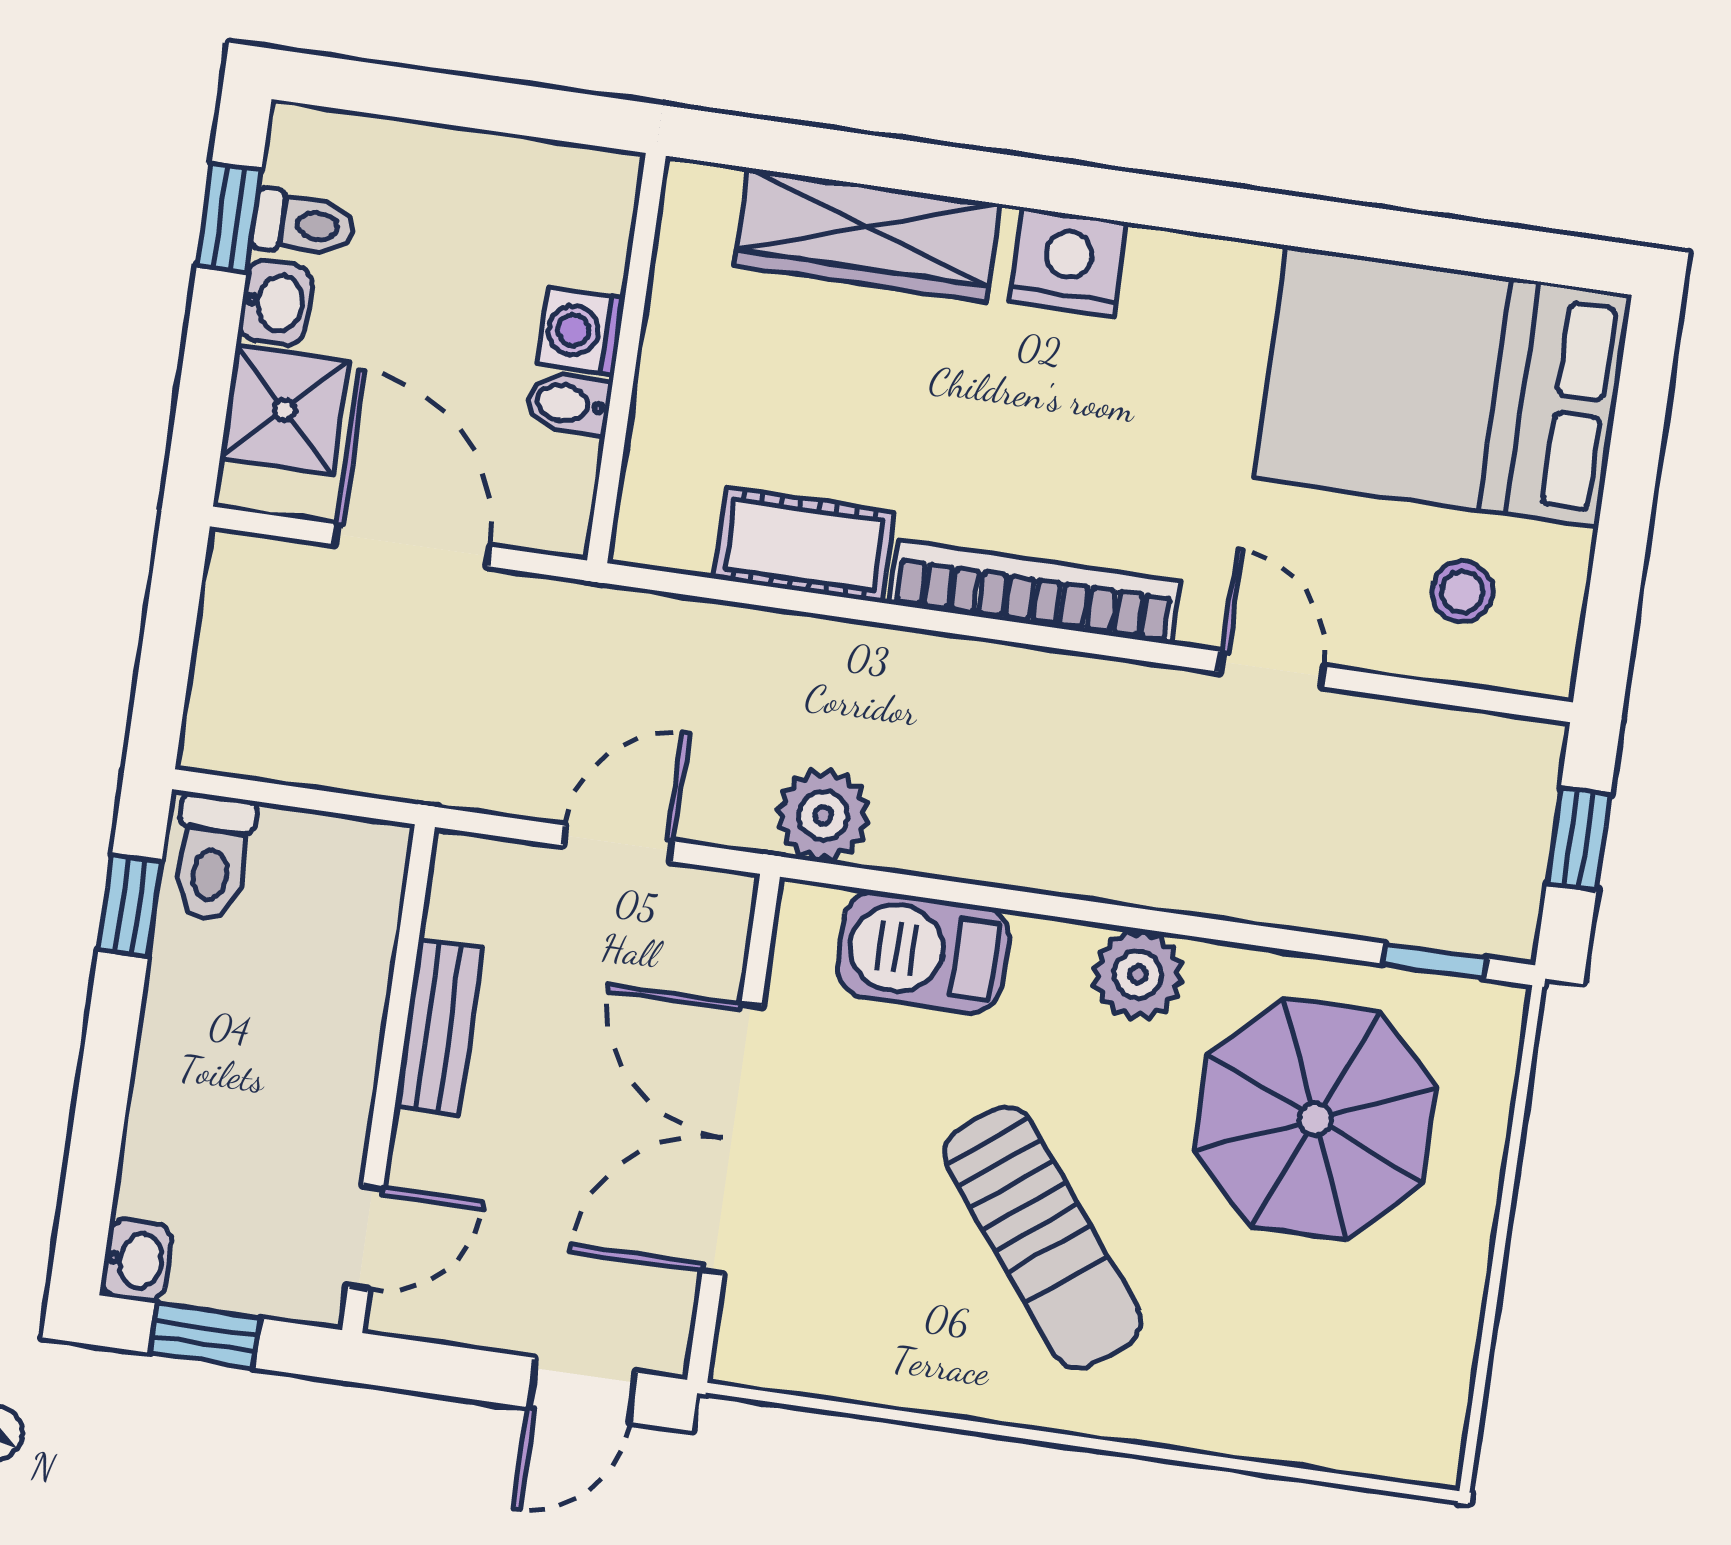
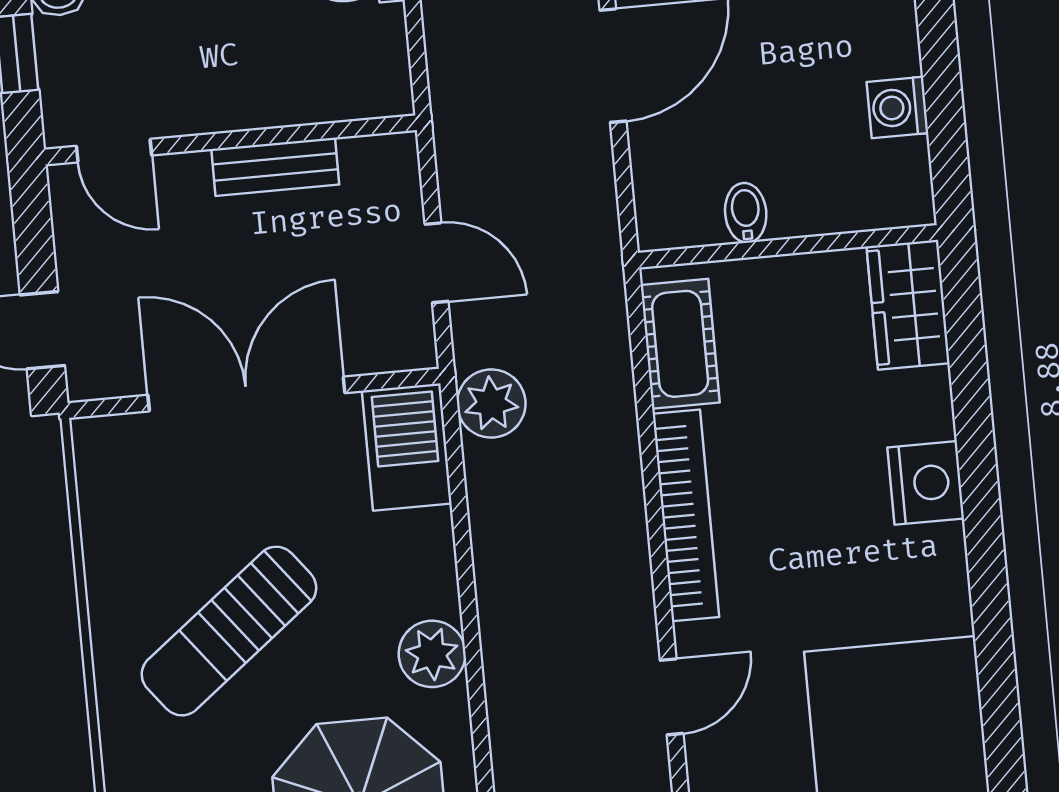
wardrobe: (867, 235) -> (908, 305), width x0.67
washing machine: (581, 331) -> (897, 107), moved, turned -90
wall: (627, 358) -> (788, 246), moved
bidet: (568, 404) -> (746, 213), moved
barbecue: (923, 952) -> (407, 447), moved

